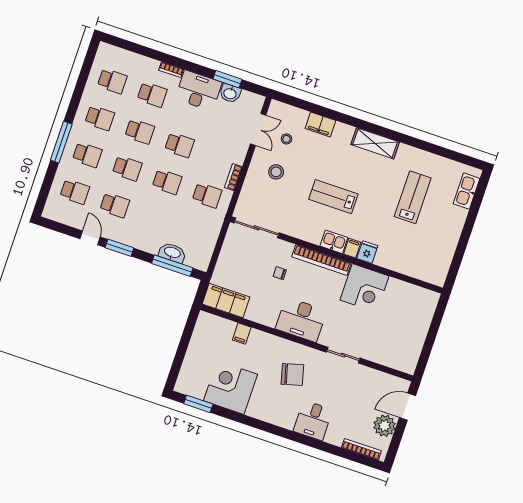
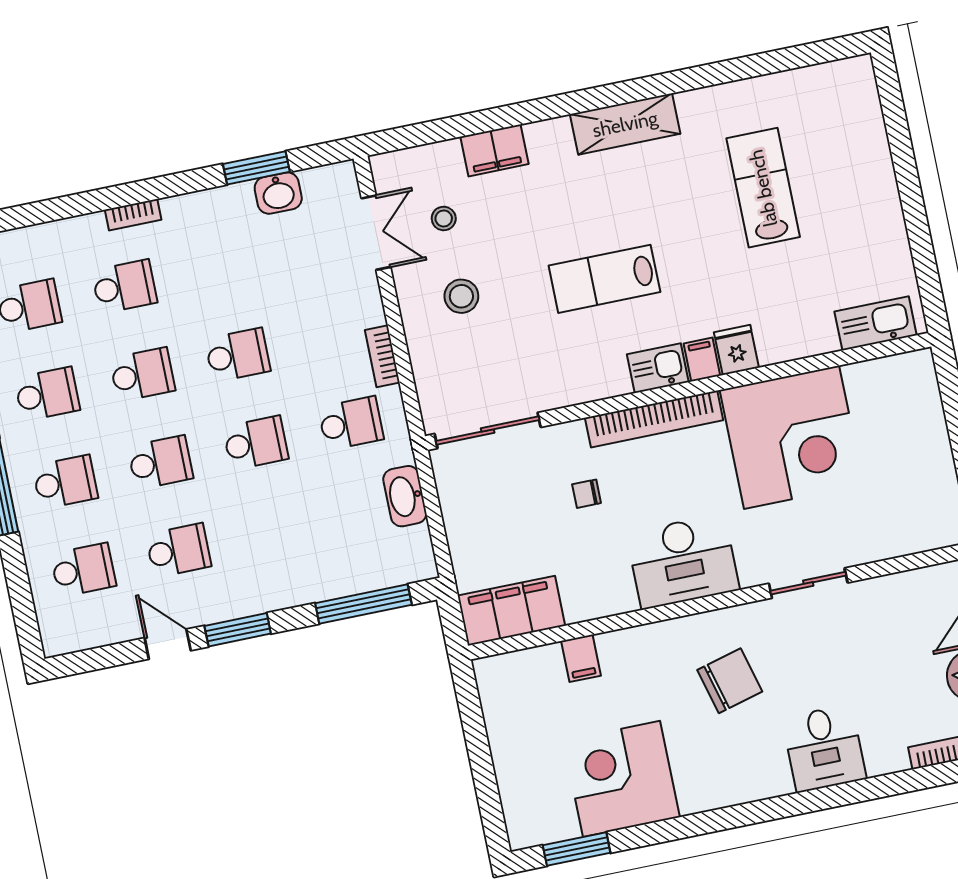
desk: (199, 91) -> (212, 224), removed
kitchen sink: (467, 191) -> (876, 323), moved, turned 90
washbasin: (172, 253) -> (405, 496), moved, turned -90
corner desk: (364, 288) -> (792, 437), width x1.36, depth x1.36

